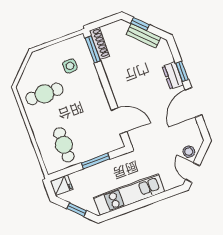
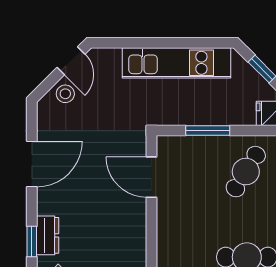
window: (182, 71) -> (32, 241), moved
dresser: (173, 76) -> (48, 235), moved
cafe table: (64, 145) -> (246, 172), turned 32

